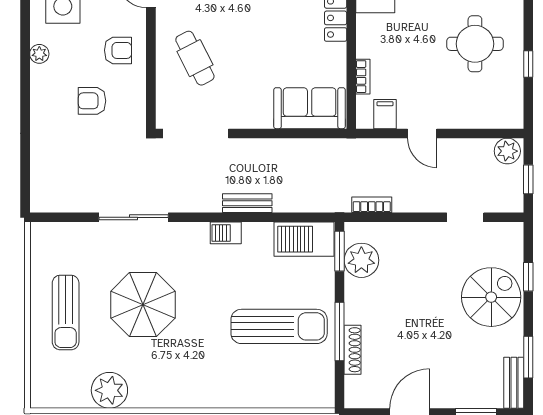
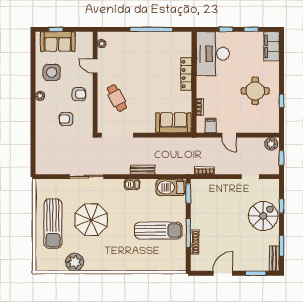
plant: (361, 260) -> (199, 198), removed
sun lounger: (66, 312) -> (53, 224), width x1.36, depth x1.34

